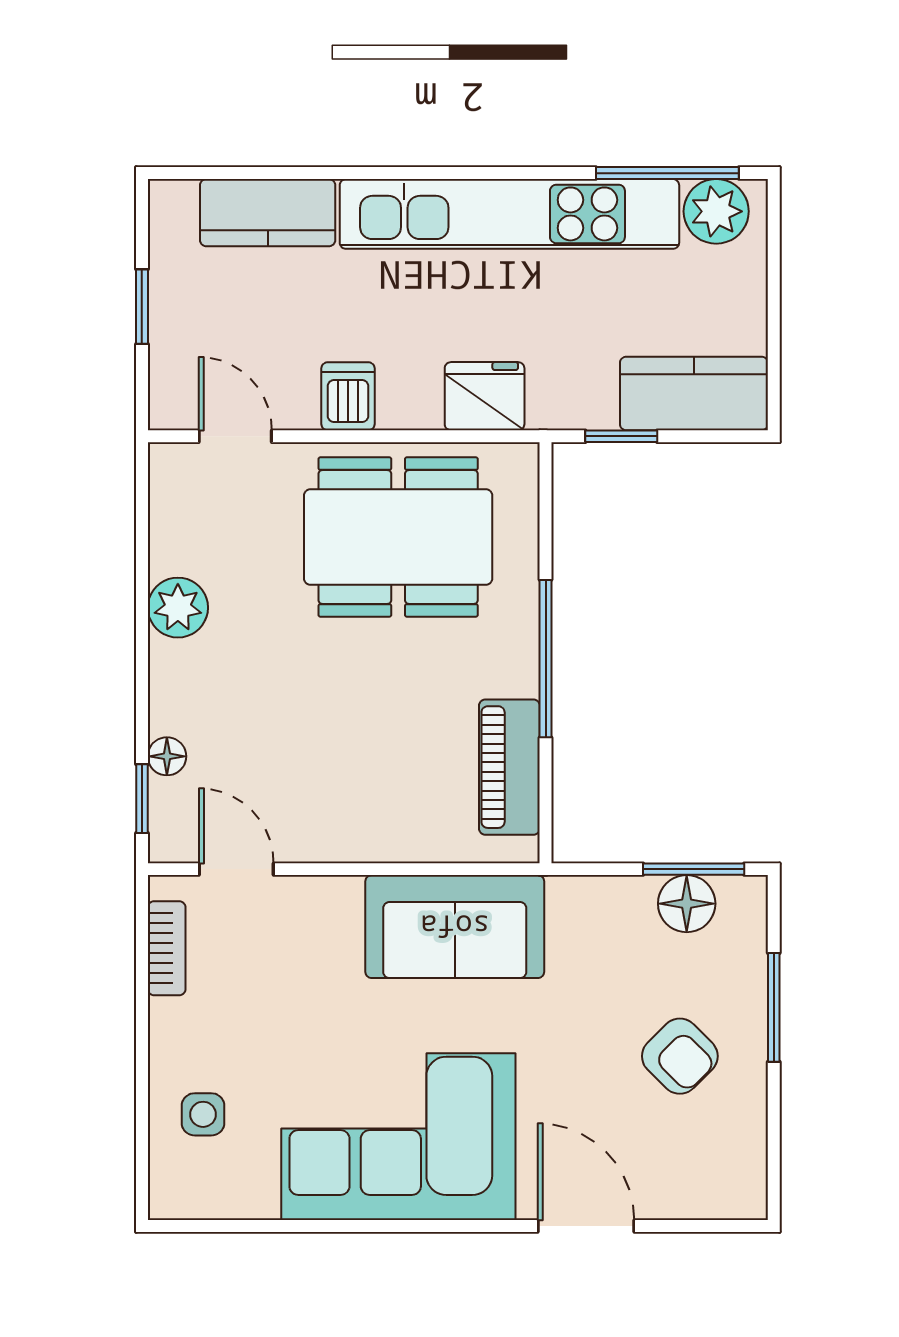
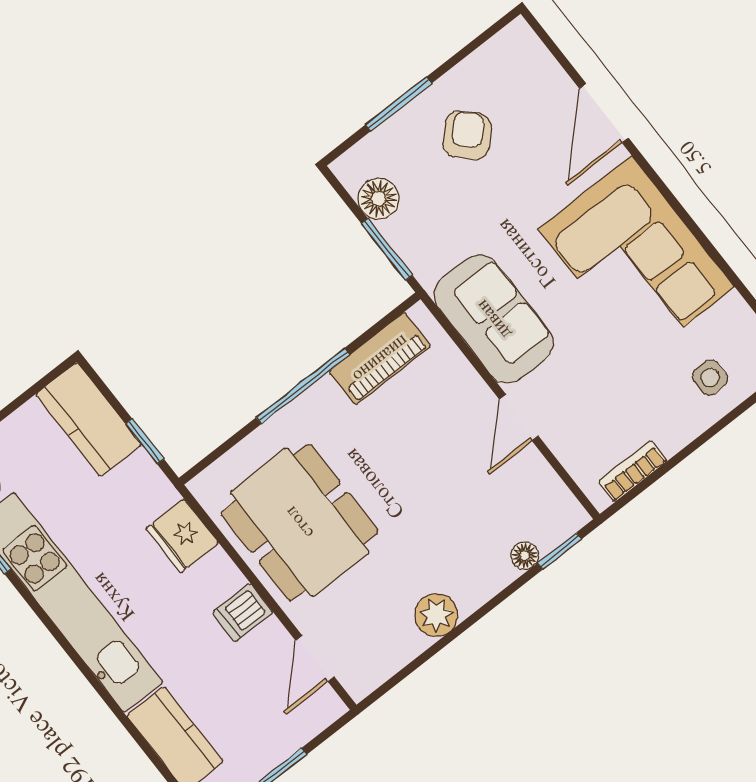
door: (236, 869) -> (519, 418), moved
window: (694, 869) -> (387, 249), moved

